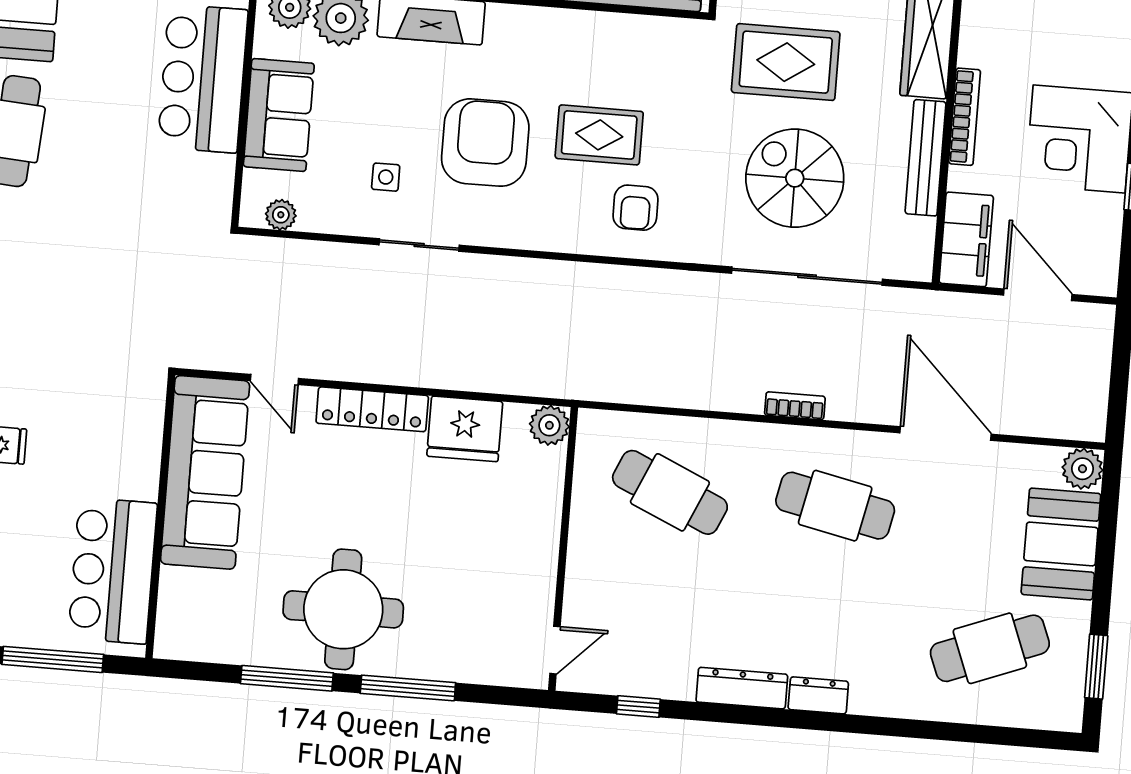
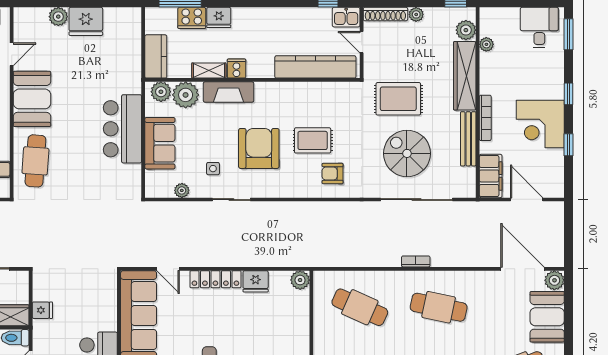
armchair: (635, 208) -> (333, 174), turned 90
plant: (281, 215) -> (182, 190), moved
fridge: (465, 429) -> (256, 281), width x0.73, depth x0.75
door: (945, 433) -> (522, 269), moved

